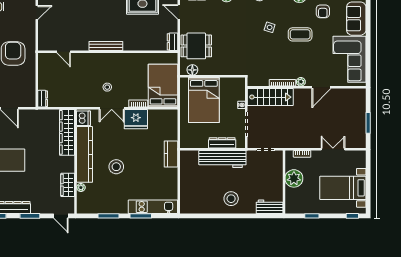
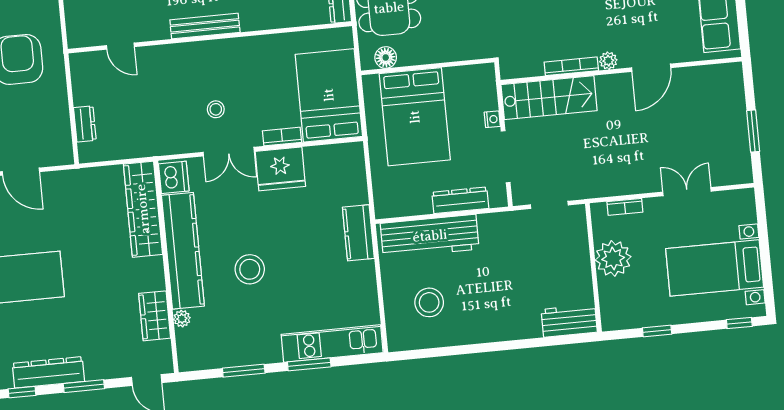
dresser: (43, 99) -> (85, 124), moved
workbench: (222, 159) -> (430, 236), moved
stool: (231, 199) -> (429, 302), moved

